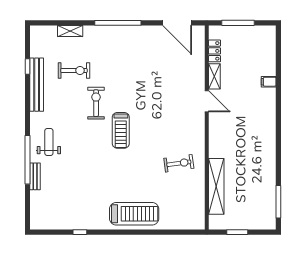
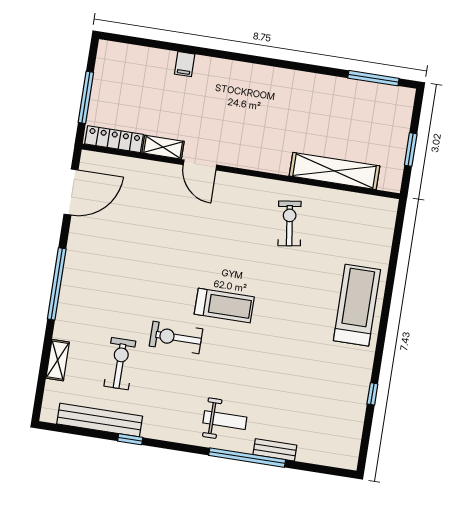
locker: (215, 51) -> (114, 139), width x1.53
window: (28, 66) -> (130, 439), moved
bench: (37, 85) -> (100, 420), moved
door: (207, 101) -> (200, 165), swing flipped
weight bench: (49, 142) -> (225, 420), turned 180

